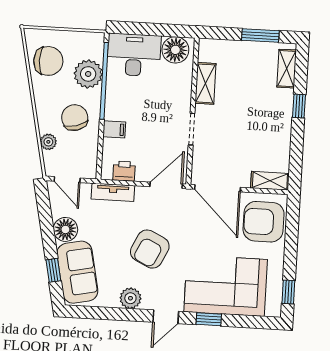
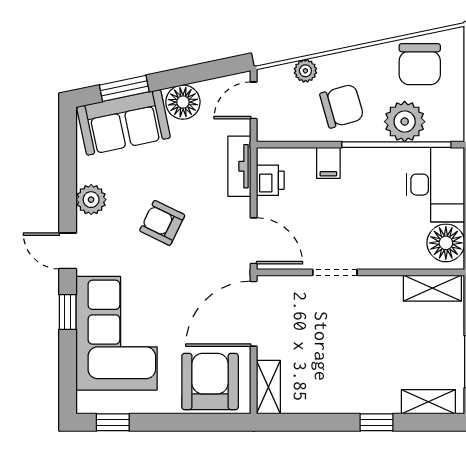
shelving: (205, 83) -> (432, 288), moved
armchair: (150, 249) -> (162, 223), width x0.72, depth x0.72
window: (53, 270) -> (124, 88), width x1.50

